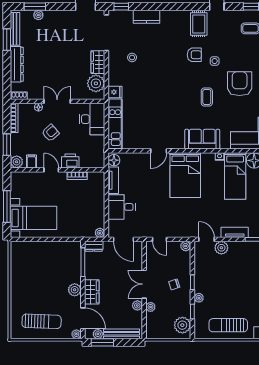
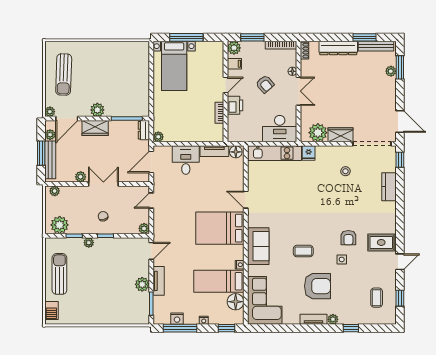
plant: (221, 248) -> (142, 284), moved
plant: (151, 307) -> (55, 191), moved
window: (102, 342) -> (41, 153), moved

